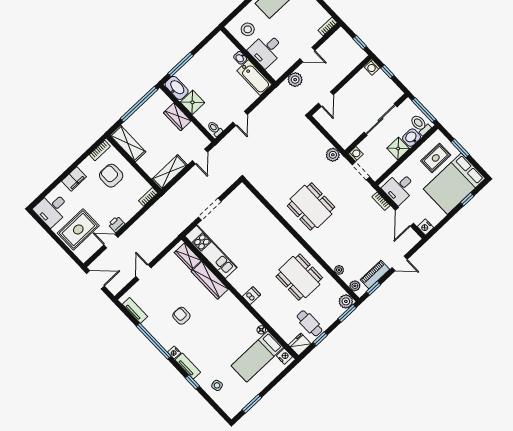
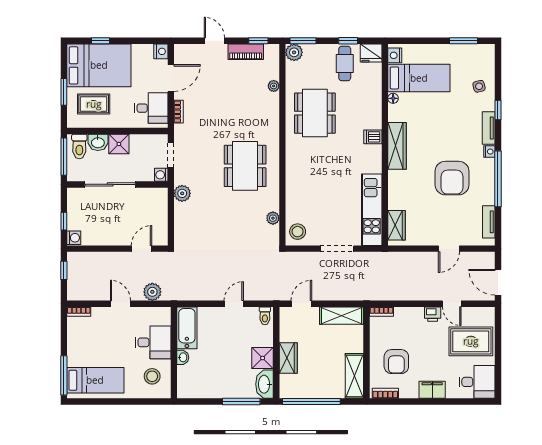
stool: (243, 197) -> (298, 232), added
wardrobe: (210, 280) -> (397, 146), moved
plant: (355, 286) -> (273, 218), moved
armchair: (181, 316) -> (452, 178), width x1.88, depth x1.88

